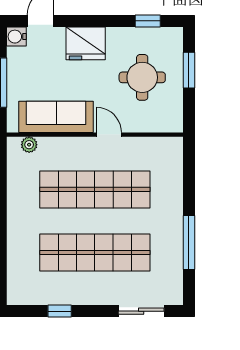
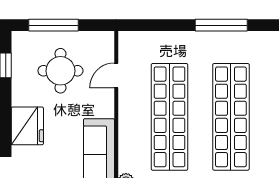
window: (189, 70) -> (53, 25), width x1.44
door: (109, 135) -> (116, 75), moved

